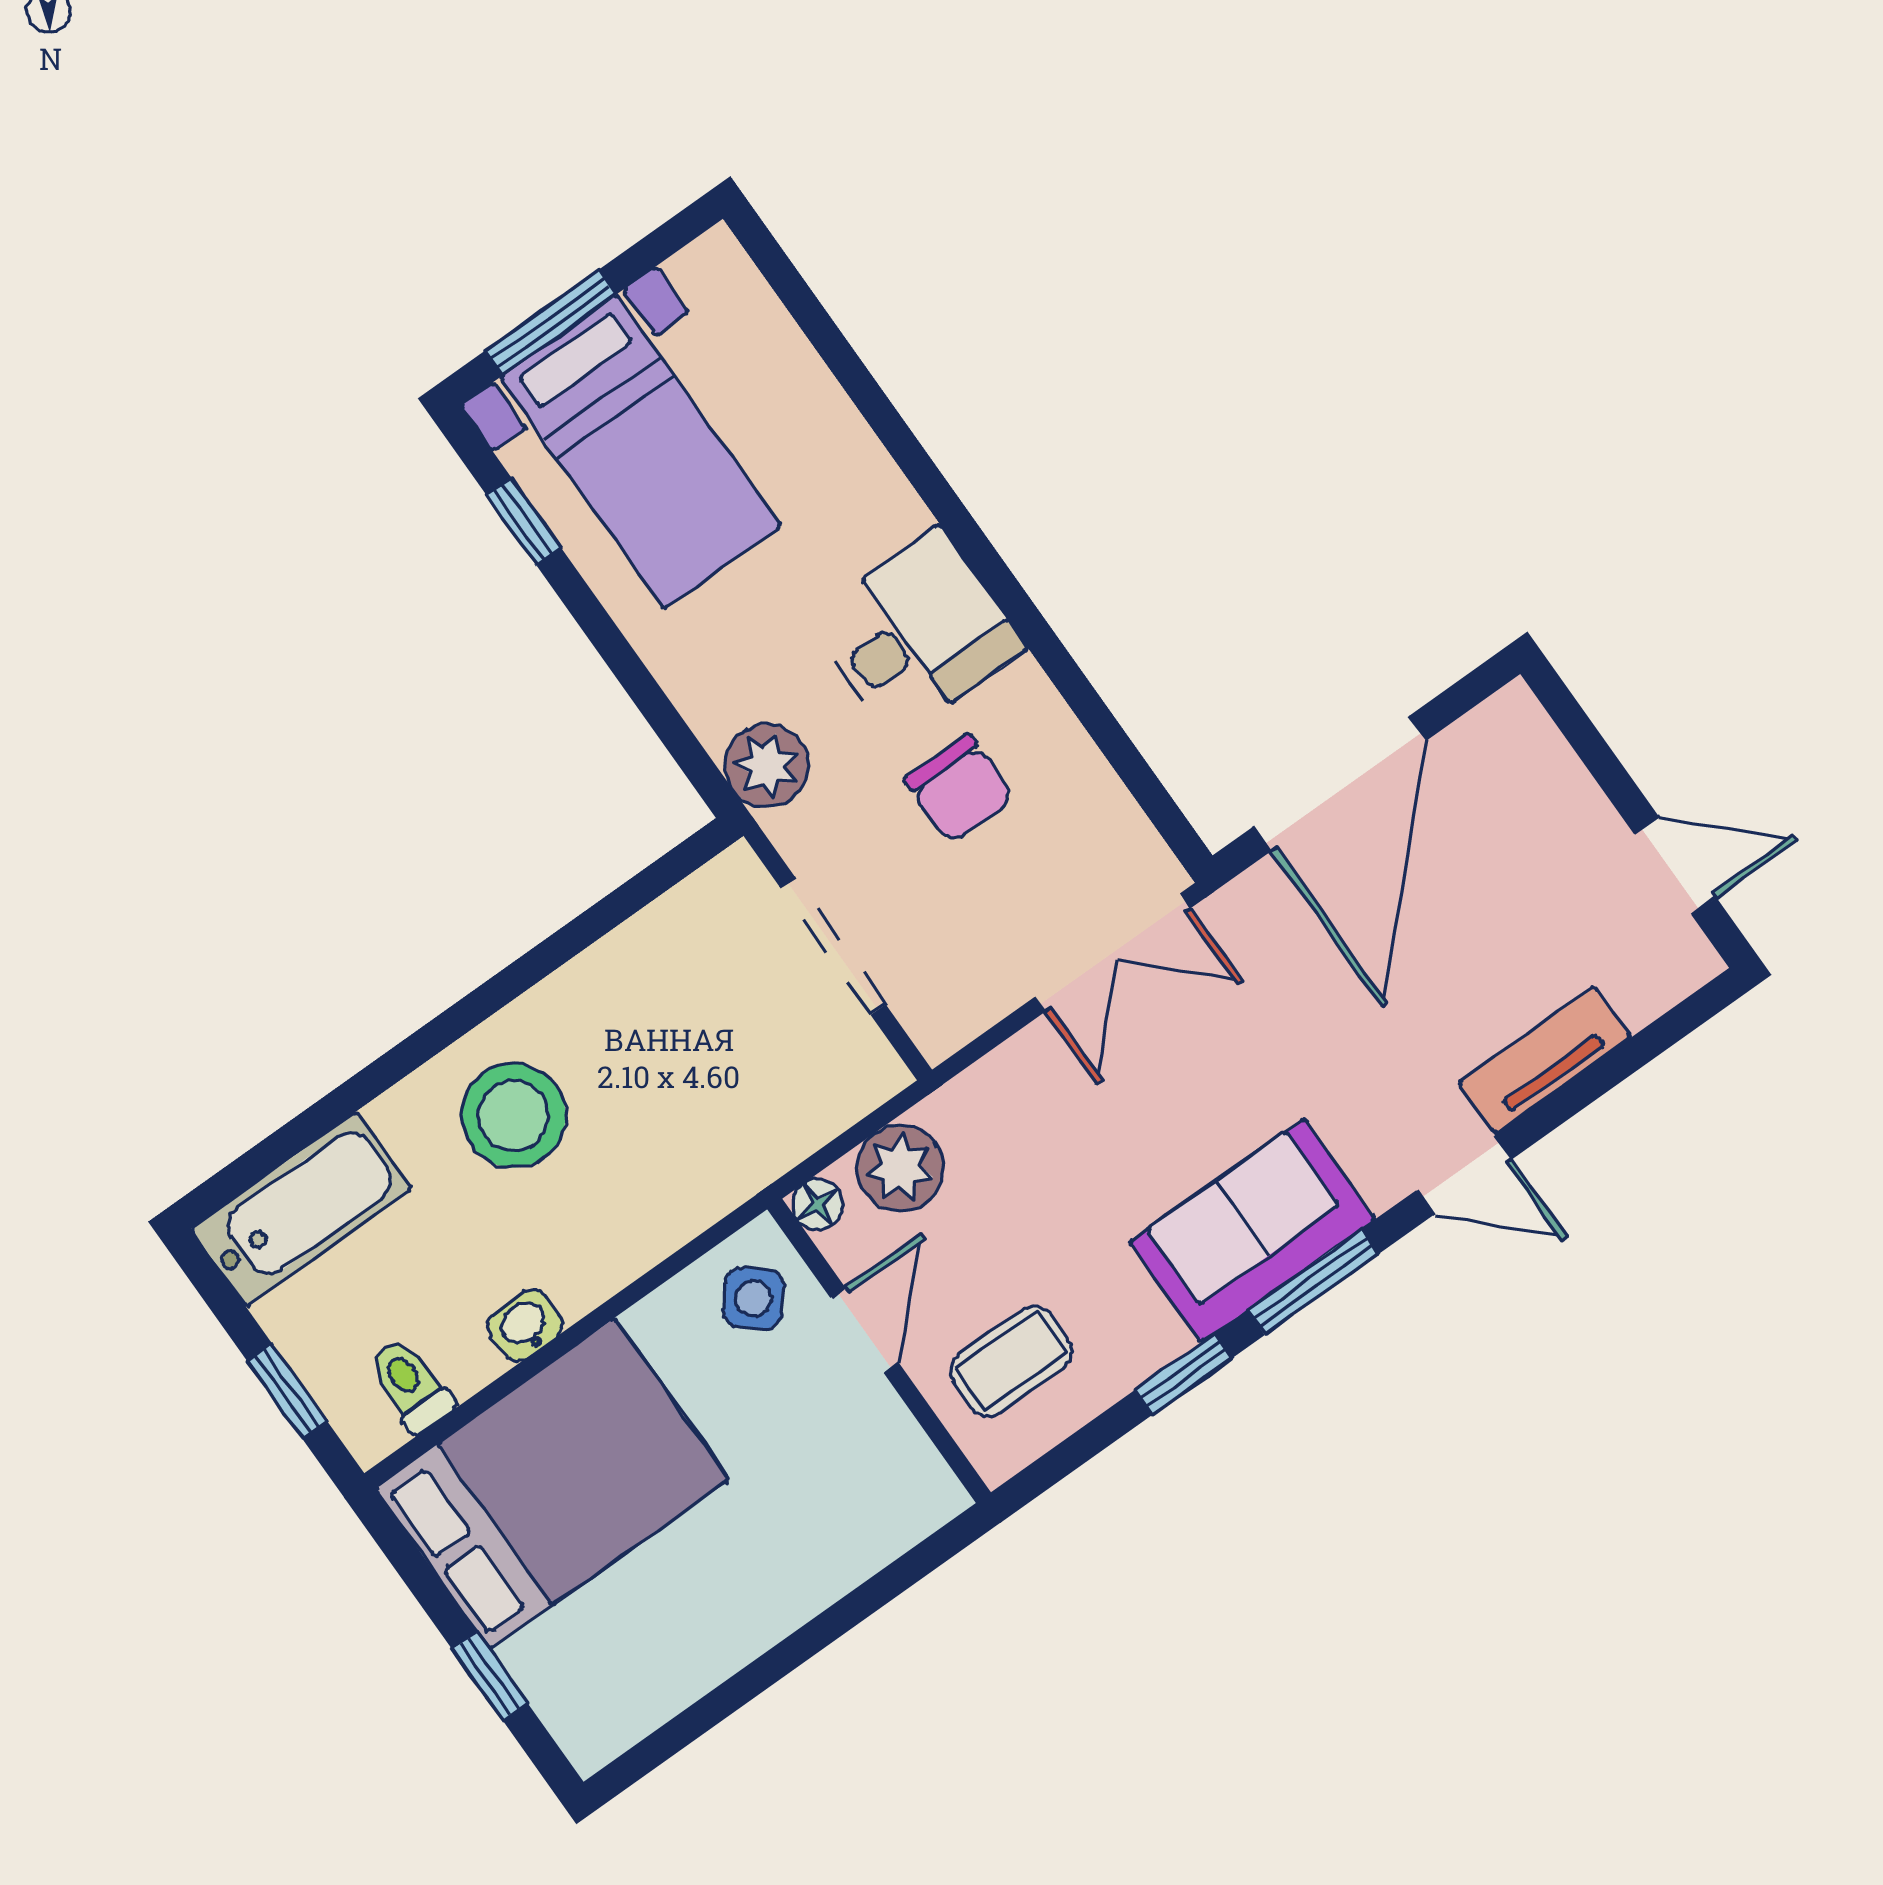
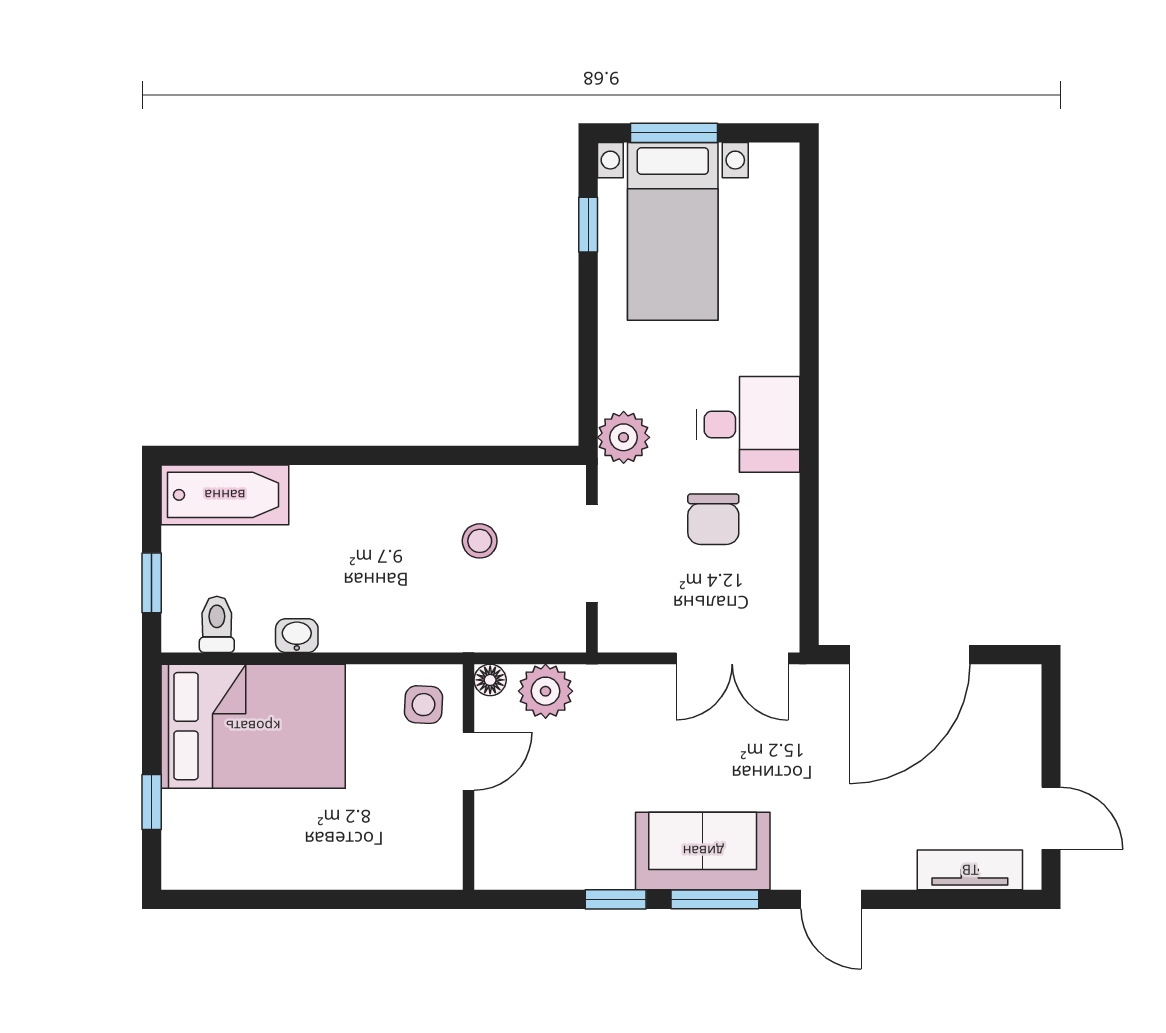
tv unit: (1544, 1060) -> (970, 870), moved
stool: (514, 1116) -> (480, 541), moved, width x0.53, depth x0.53
side table: (754, 1298) -> (424, 705), turned -37
coffee table: (1011, 1361) -> (532, 830), removed

